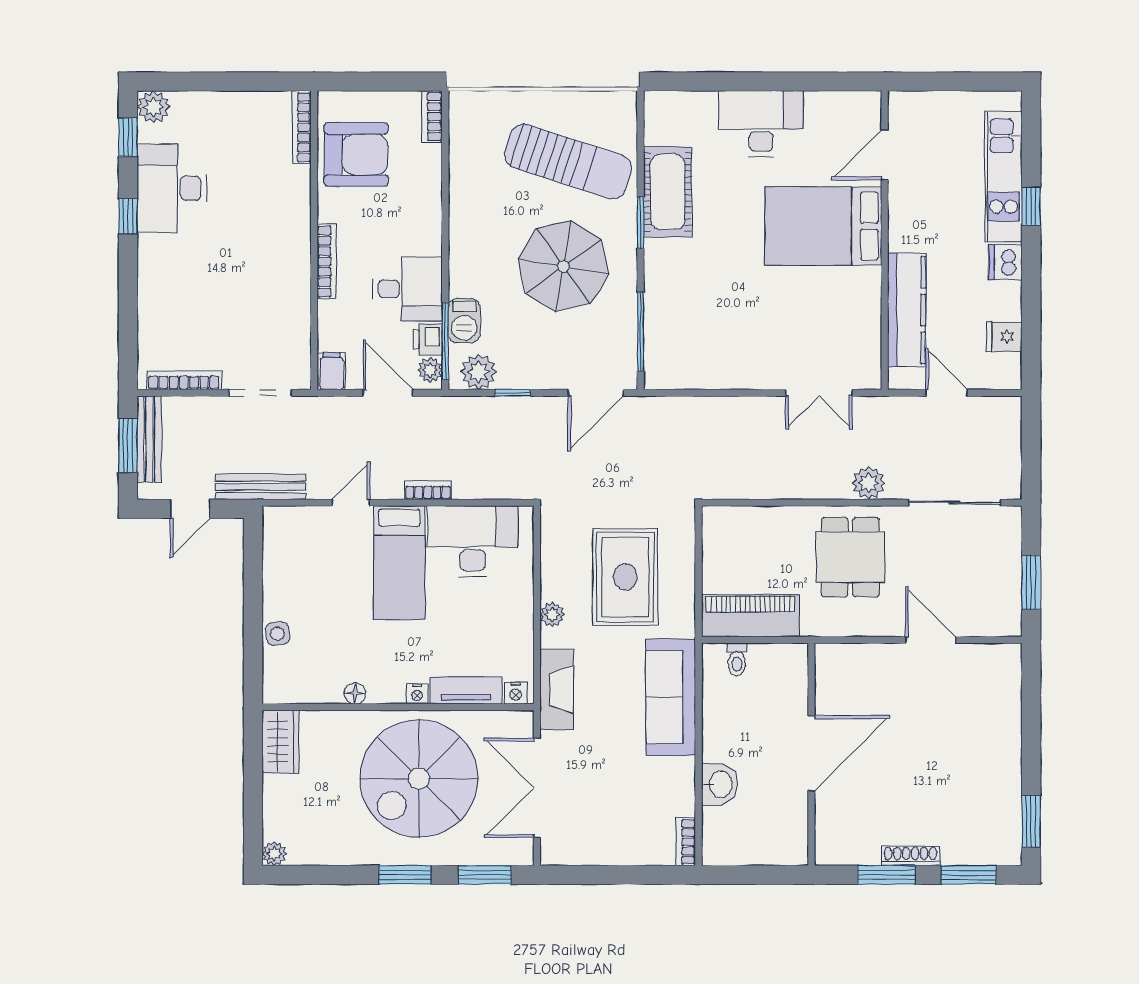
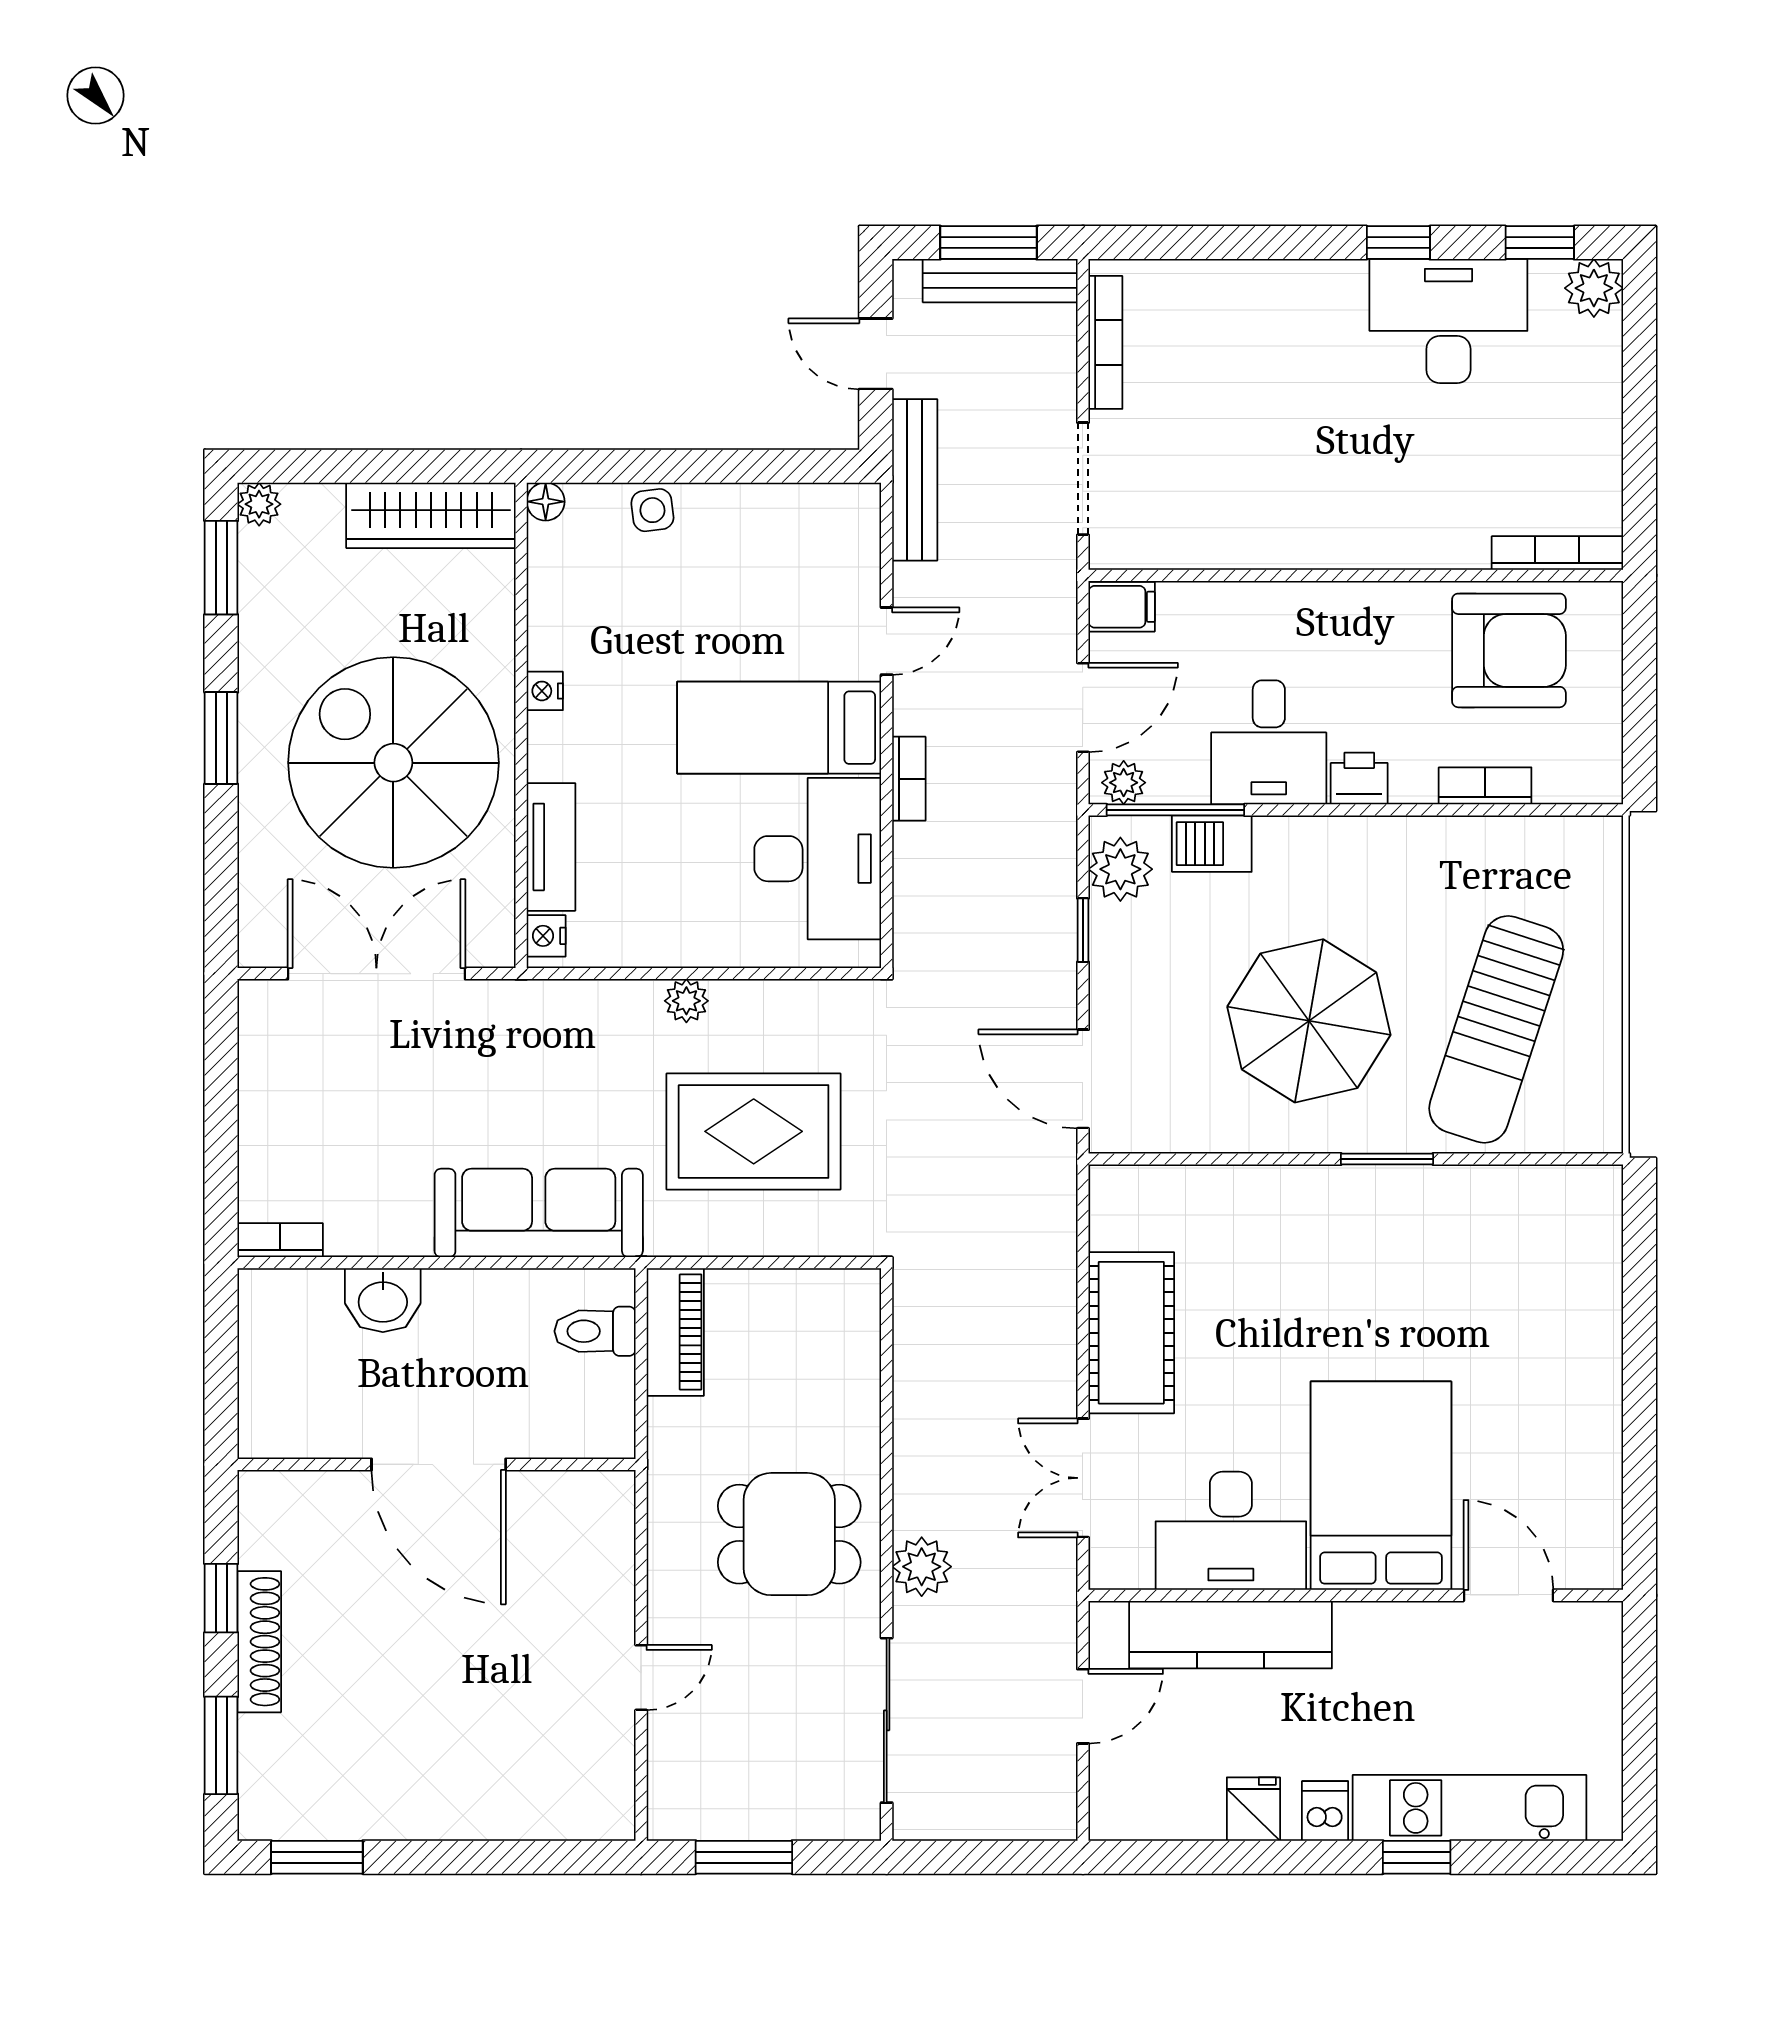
bookcase: (432, 117) -> (1485, 786), moved
desk: (761, 124) -> (1231, 1531), moved, turned 90
armchair: (356, 154) -> (1509, 650), turned -90
cot: (668, 192) -> (1131, 1333), moved, turned 90
bookcase: (327, 262) -> (1318, 598), removed
dishwasher: (1005, 262) -> (1325, 1811), width x0.73
window: (641, 332) -> (1192, 1159), removed
fridge: (1004, 337) -> (1253, 1809), moved
printer: (428, 339) -> (1359, 778), moved
door: (351, 503) -> (887, 641), hinge flipped
piano: (750, 616) -> (675, 1332), width x0.73, depth x0.75
door: (931, 640) -> (641, 1678), width x0.73
toilet: (737, 659) -> (595, 1331), width x1.37, depth x1.39
fireplace: (556, 690) -> (552, 1009), removed
floor lamp: (355, 693) -> (546, 502), moved
nightstand: (417, 694) -> (545, 691), moved
wardrobe: (281, 742) -> (431, 515), width x1.50
shoe rack: (911, 856) -> (259, 1642), width x1.36, depth x1.24
window: (485, 875) -> (221, 568), moved
window: (886, 875) -> (221, 1598), width x0.67

